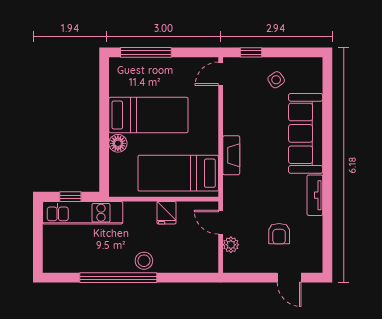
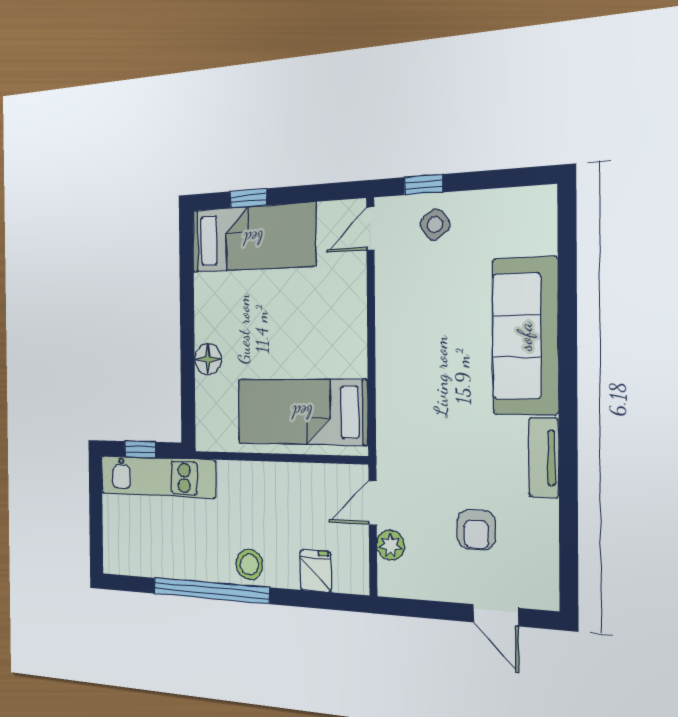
window: (146, 52) -> (249, 198), width x0.46
side table: (276, 80) -> (435, 225), moved
bed: (148, 115) -> (253, 238), moved
fireplace: (231, 155) -> (390, 379), removed
fridge: (167, 213) -> (315, 571), moved, turned 180
door: (221, 222) -> (373, 503), hinge flipped

